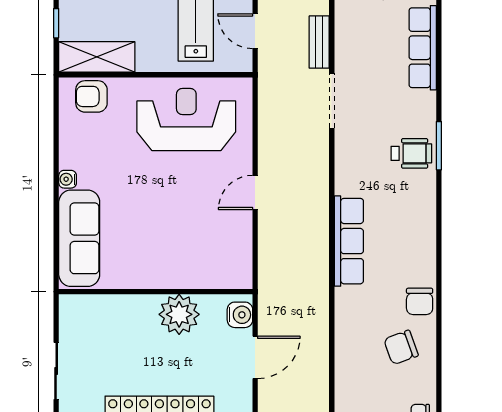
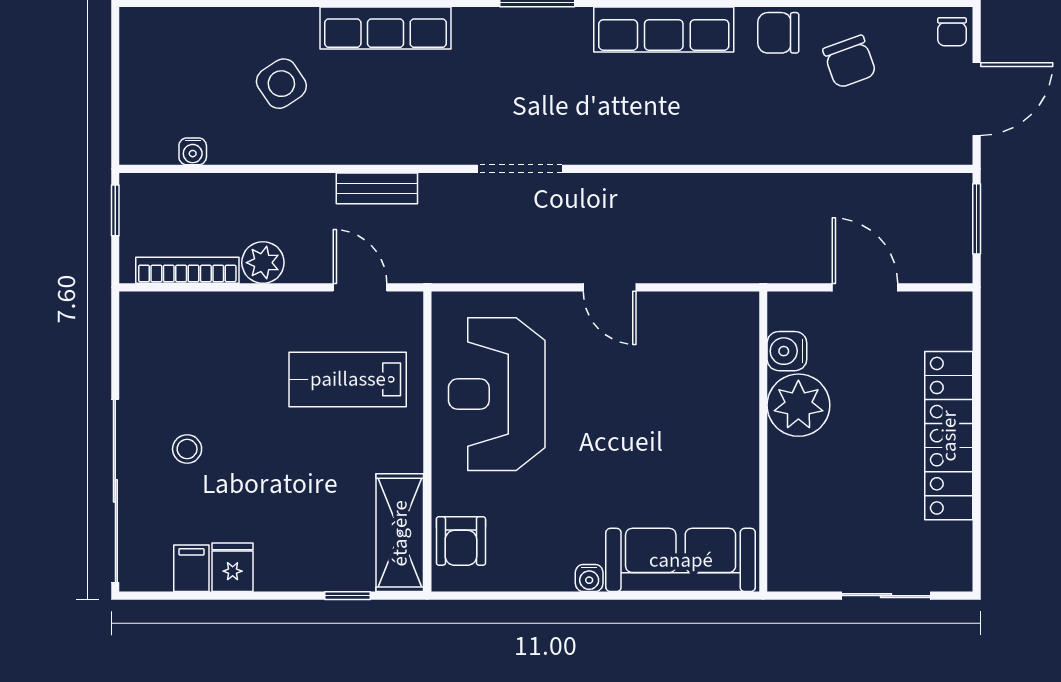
door: (255, 31) -> (360, 287), swing flipped
doorway: (332, 101) -> (520, 169), moved
wheelchair: (411, 153) -> (549, 46), removed
row of seats: (349, 241) -> (664, 30), moved, turned 180
chair: (420, 301) -> (778, 33), turned 180
water cooler: (240, 315) -> (787, 351), moved, turned -90

